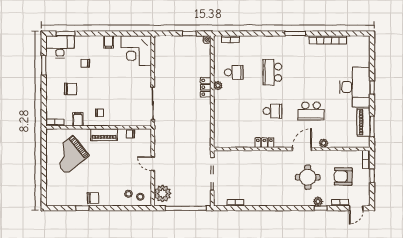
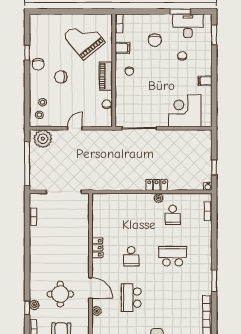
desk: (60, 47) -> (188, 26), moved, turned -90
corner desk: (136, 51) -> (185, 111), moved
chair: (105, 177) -> (61, 77), added

